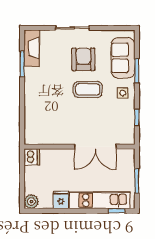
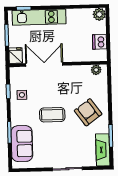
armchair: (83, 59) -> (88, 112), moved, turned 144
side table: (123, 93) -> (22, 95), moved
plant: (37, 139) -> (96, 70), added
dishwasher: (32, 157) -> (100, 42), moved
fridge: (61, 200) -> (16, 56), moved, turned 180

